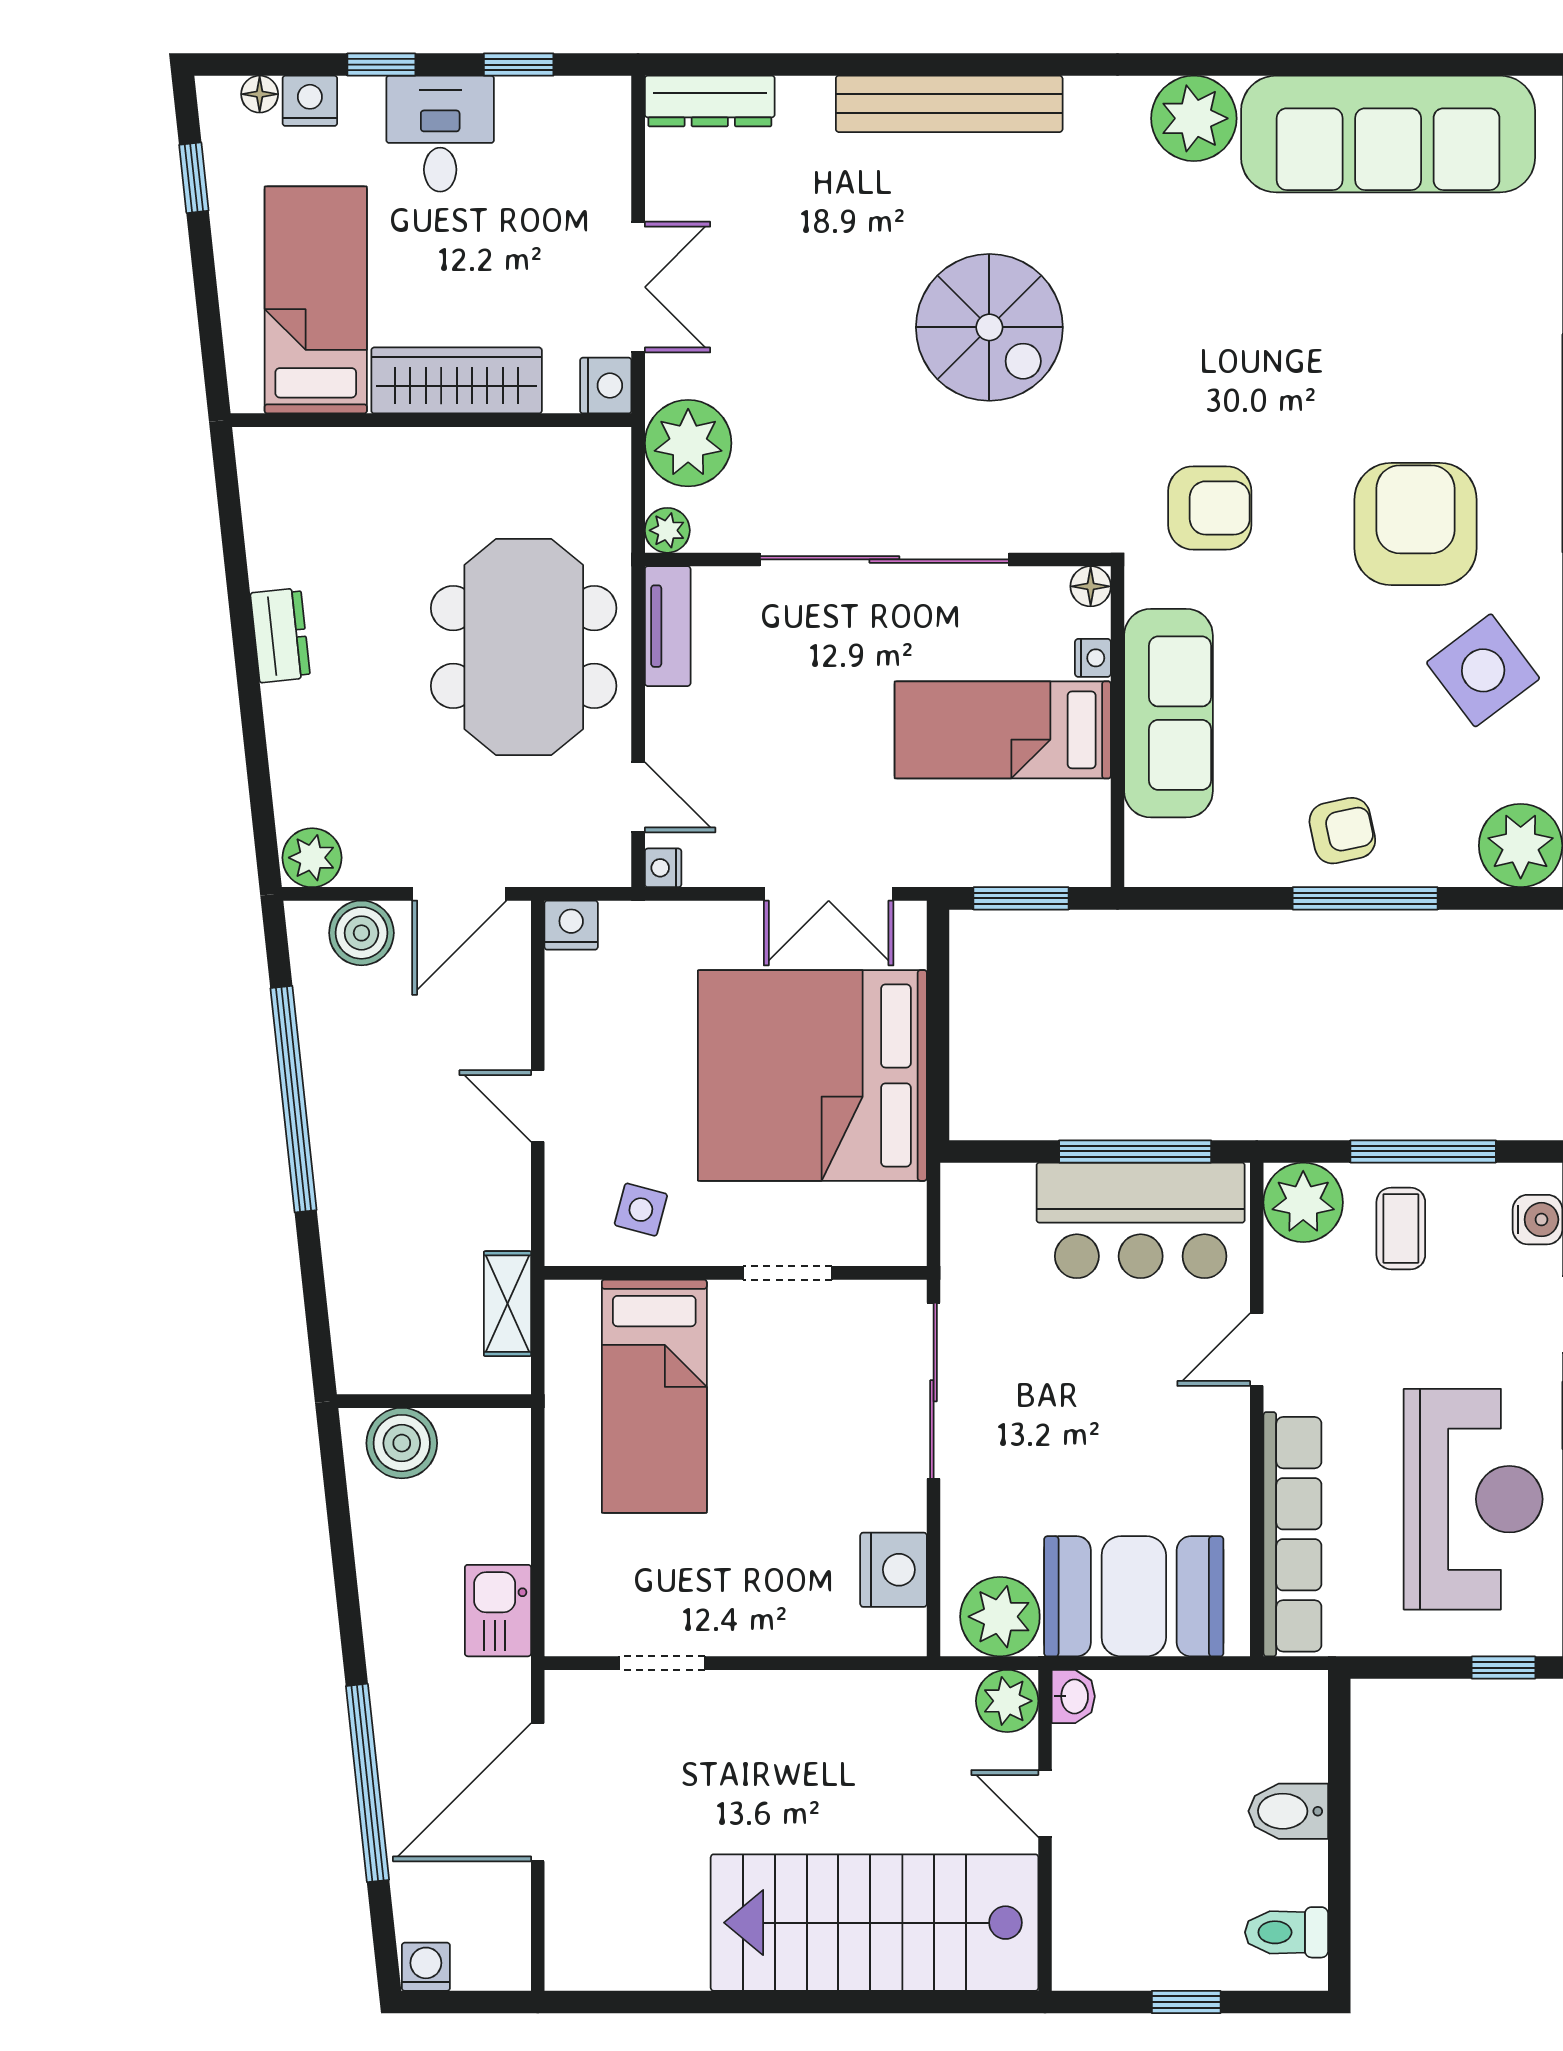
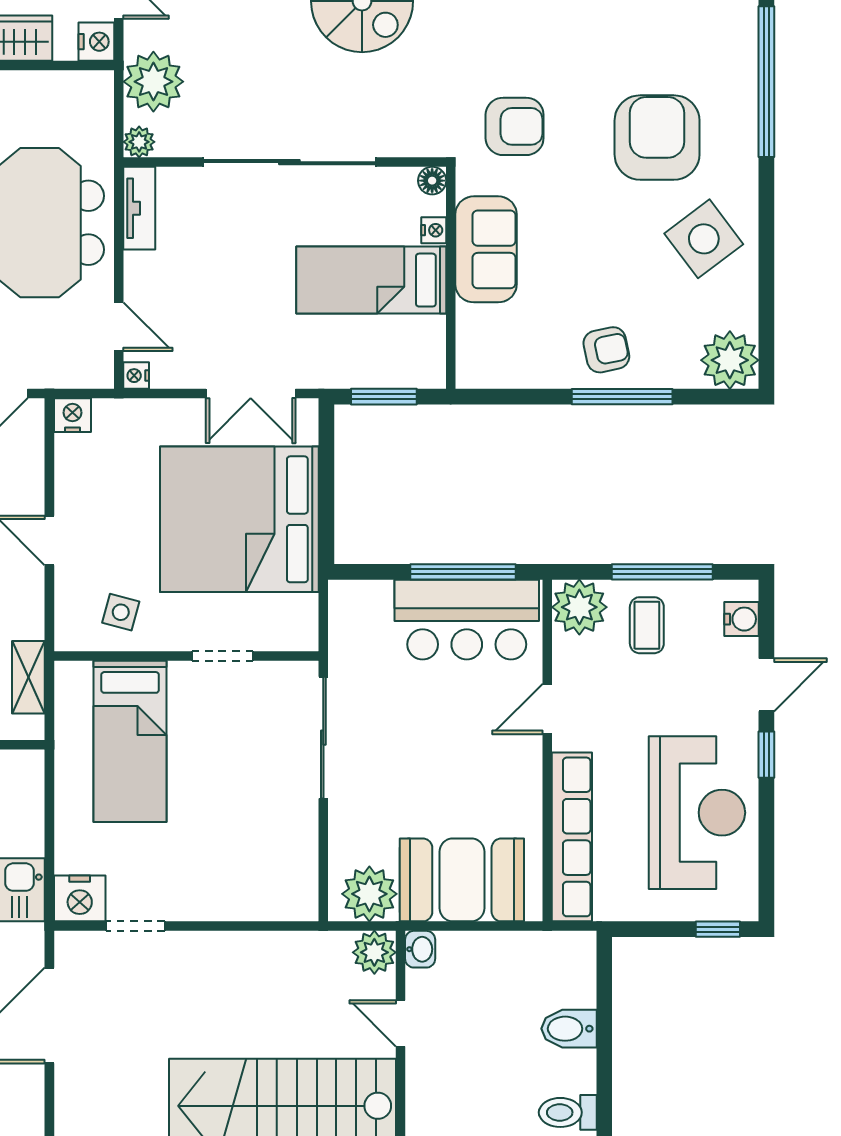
sofa: (1168, 713) -> (486, 249), width x0.73
nightstand: (894, 1570) -> (80, 898), moved, turned 90

